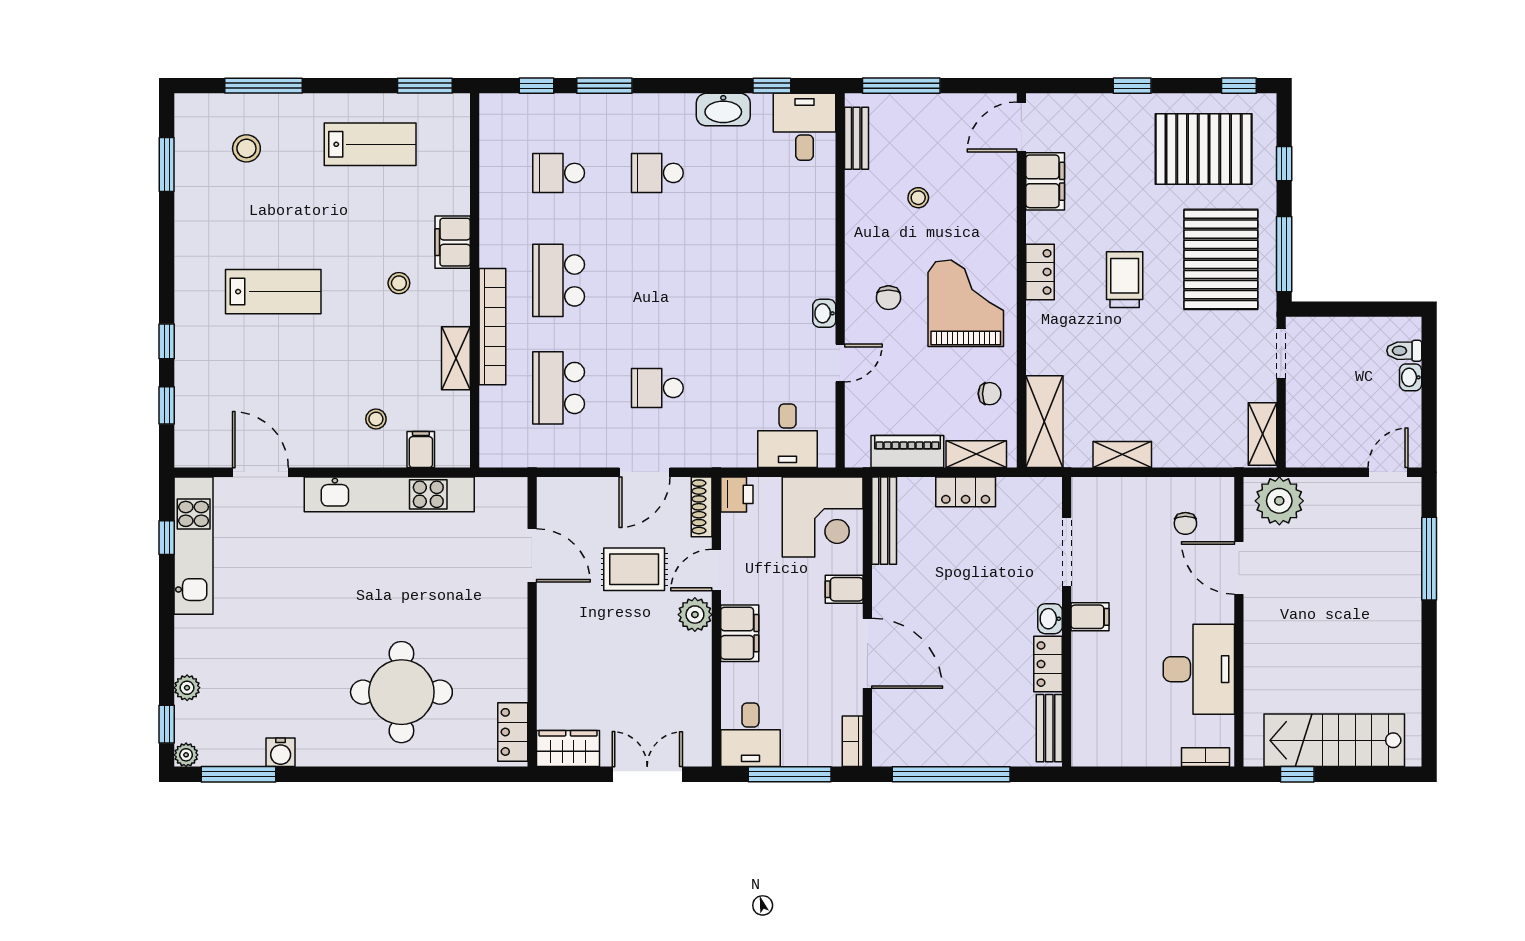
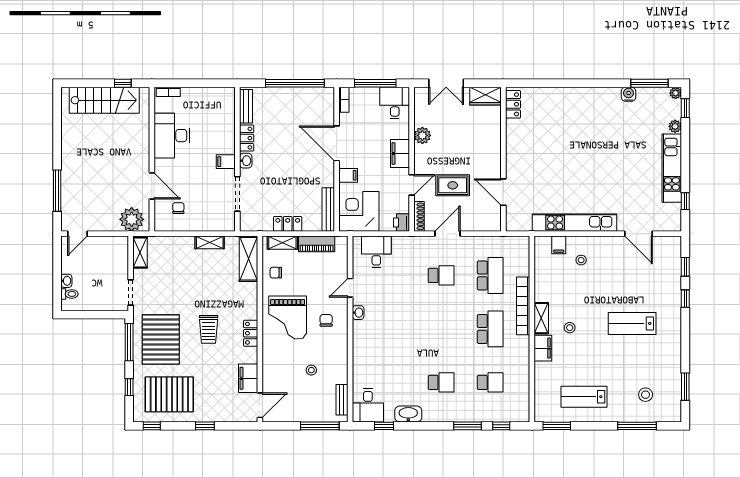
shelving: (456, 358) -> (541, 318), moved
kitchen unit: (194, 546) -> (672, 168), moved
plant: (695, 615) -> (422, 135), moved
round table: (401, 692) -> (568, 124), removed

